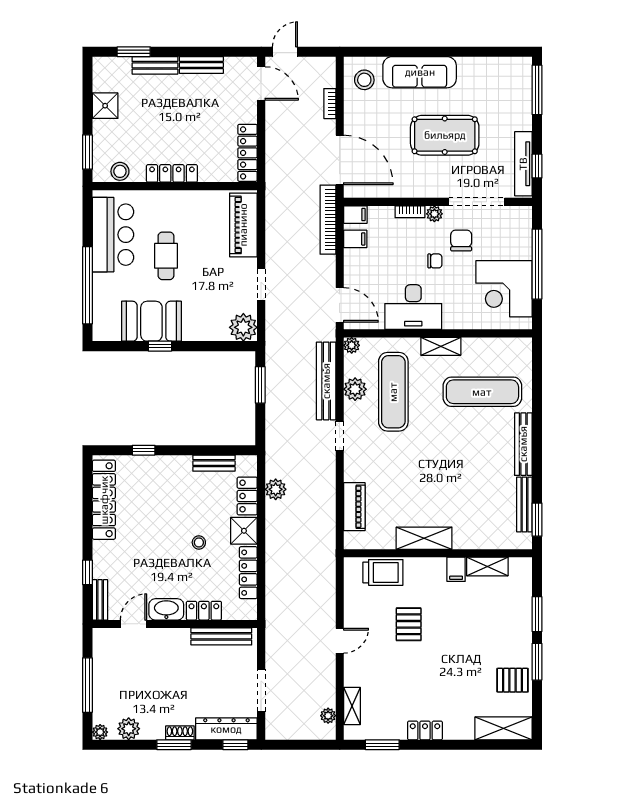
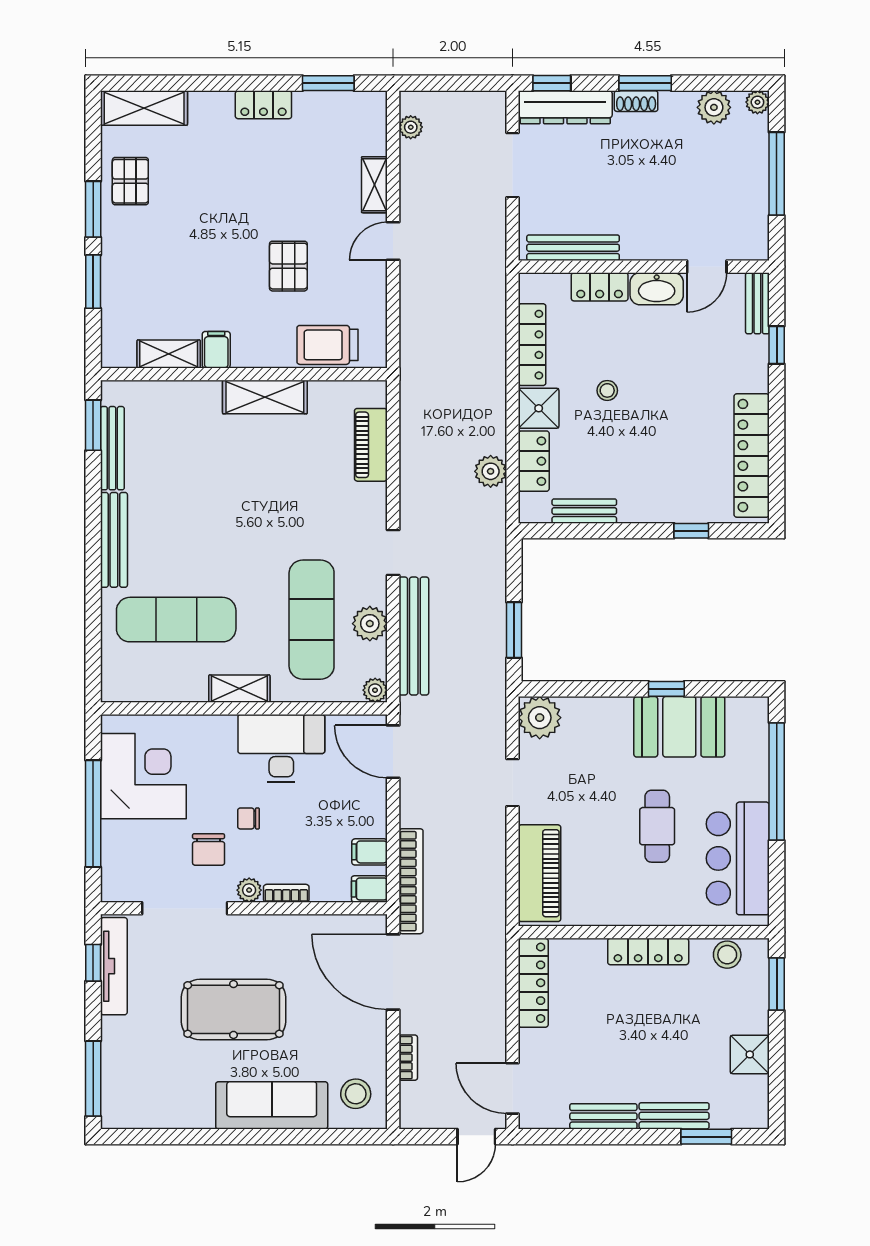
pallet: (513, 680) -> (130, 181), turned 90
shelving: (352, 706) -> (374, 185), moved

